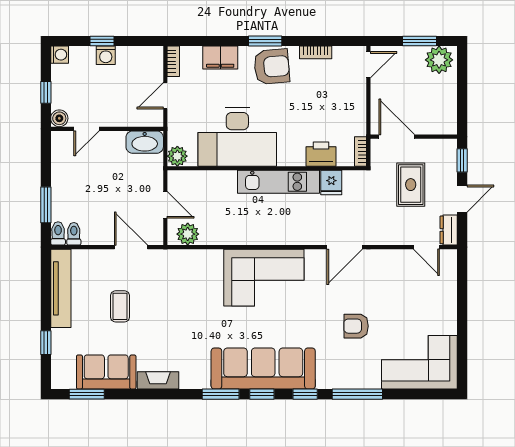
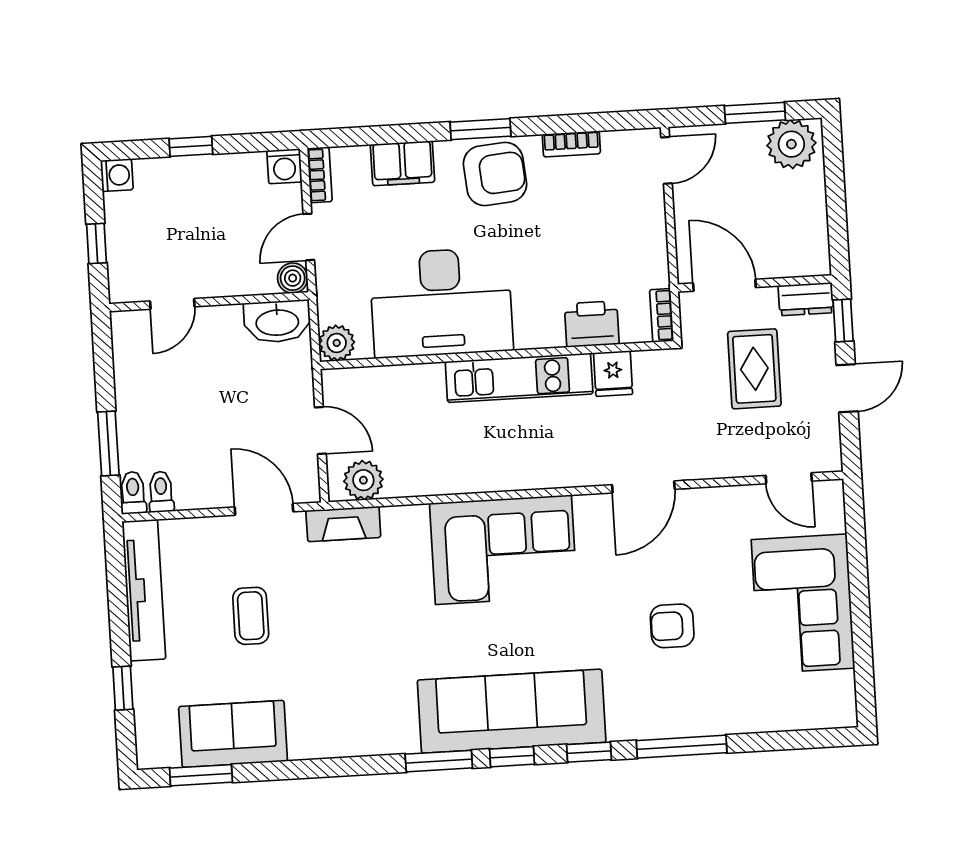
washing machine: (106, 55) -> (284, 166), moved
boiler: (59, 118) -> (293, 278), moved
dresser: (449, 230) -> (806, 299), moved, turned -90
corner sofa: (419, 362) -> (803, 604), moved, turned -90
fireplace: (158, 380) -> (343, 524), moved, turned 180

